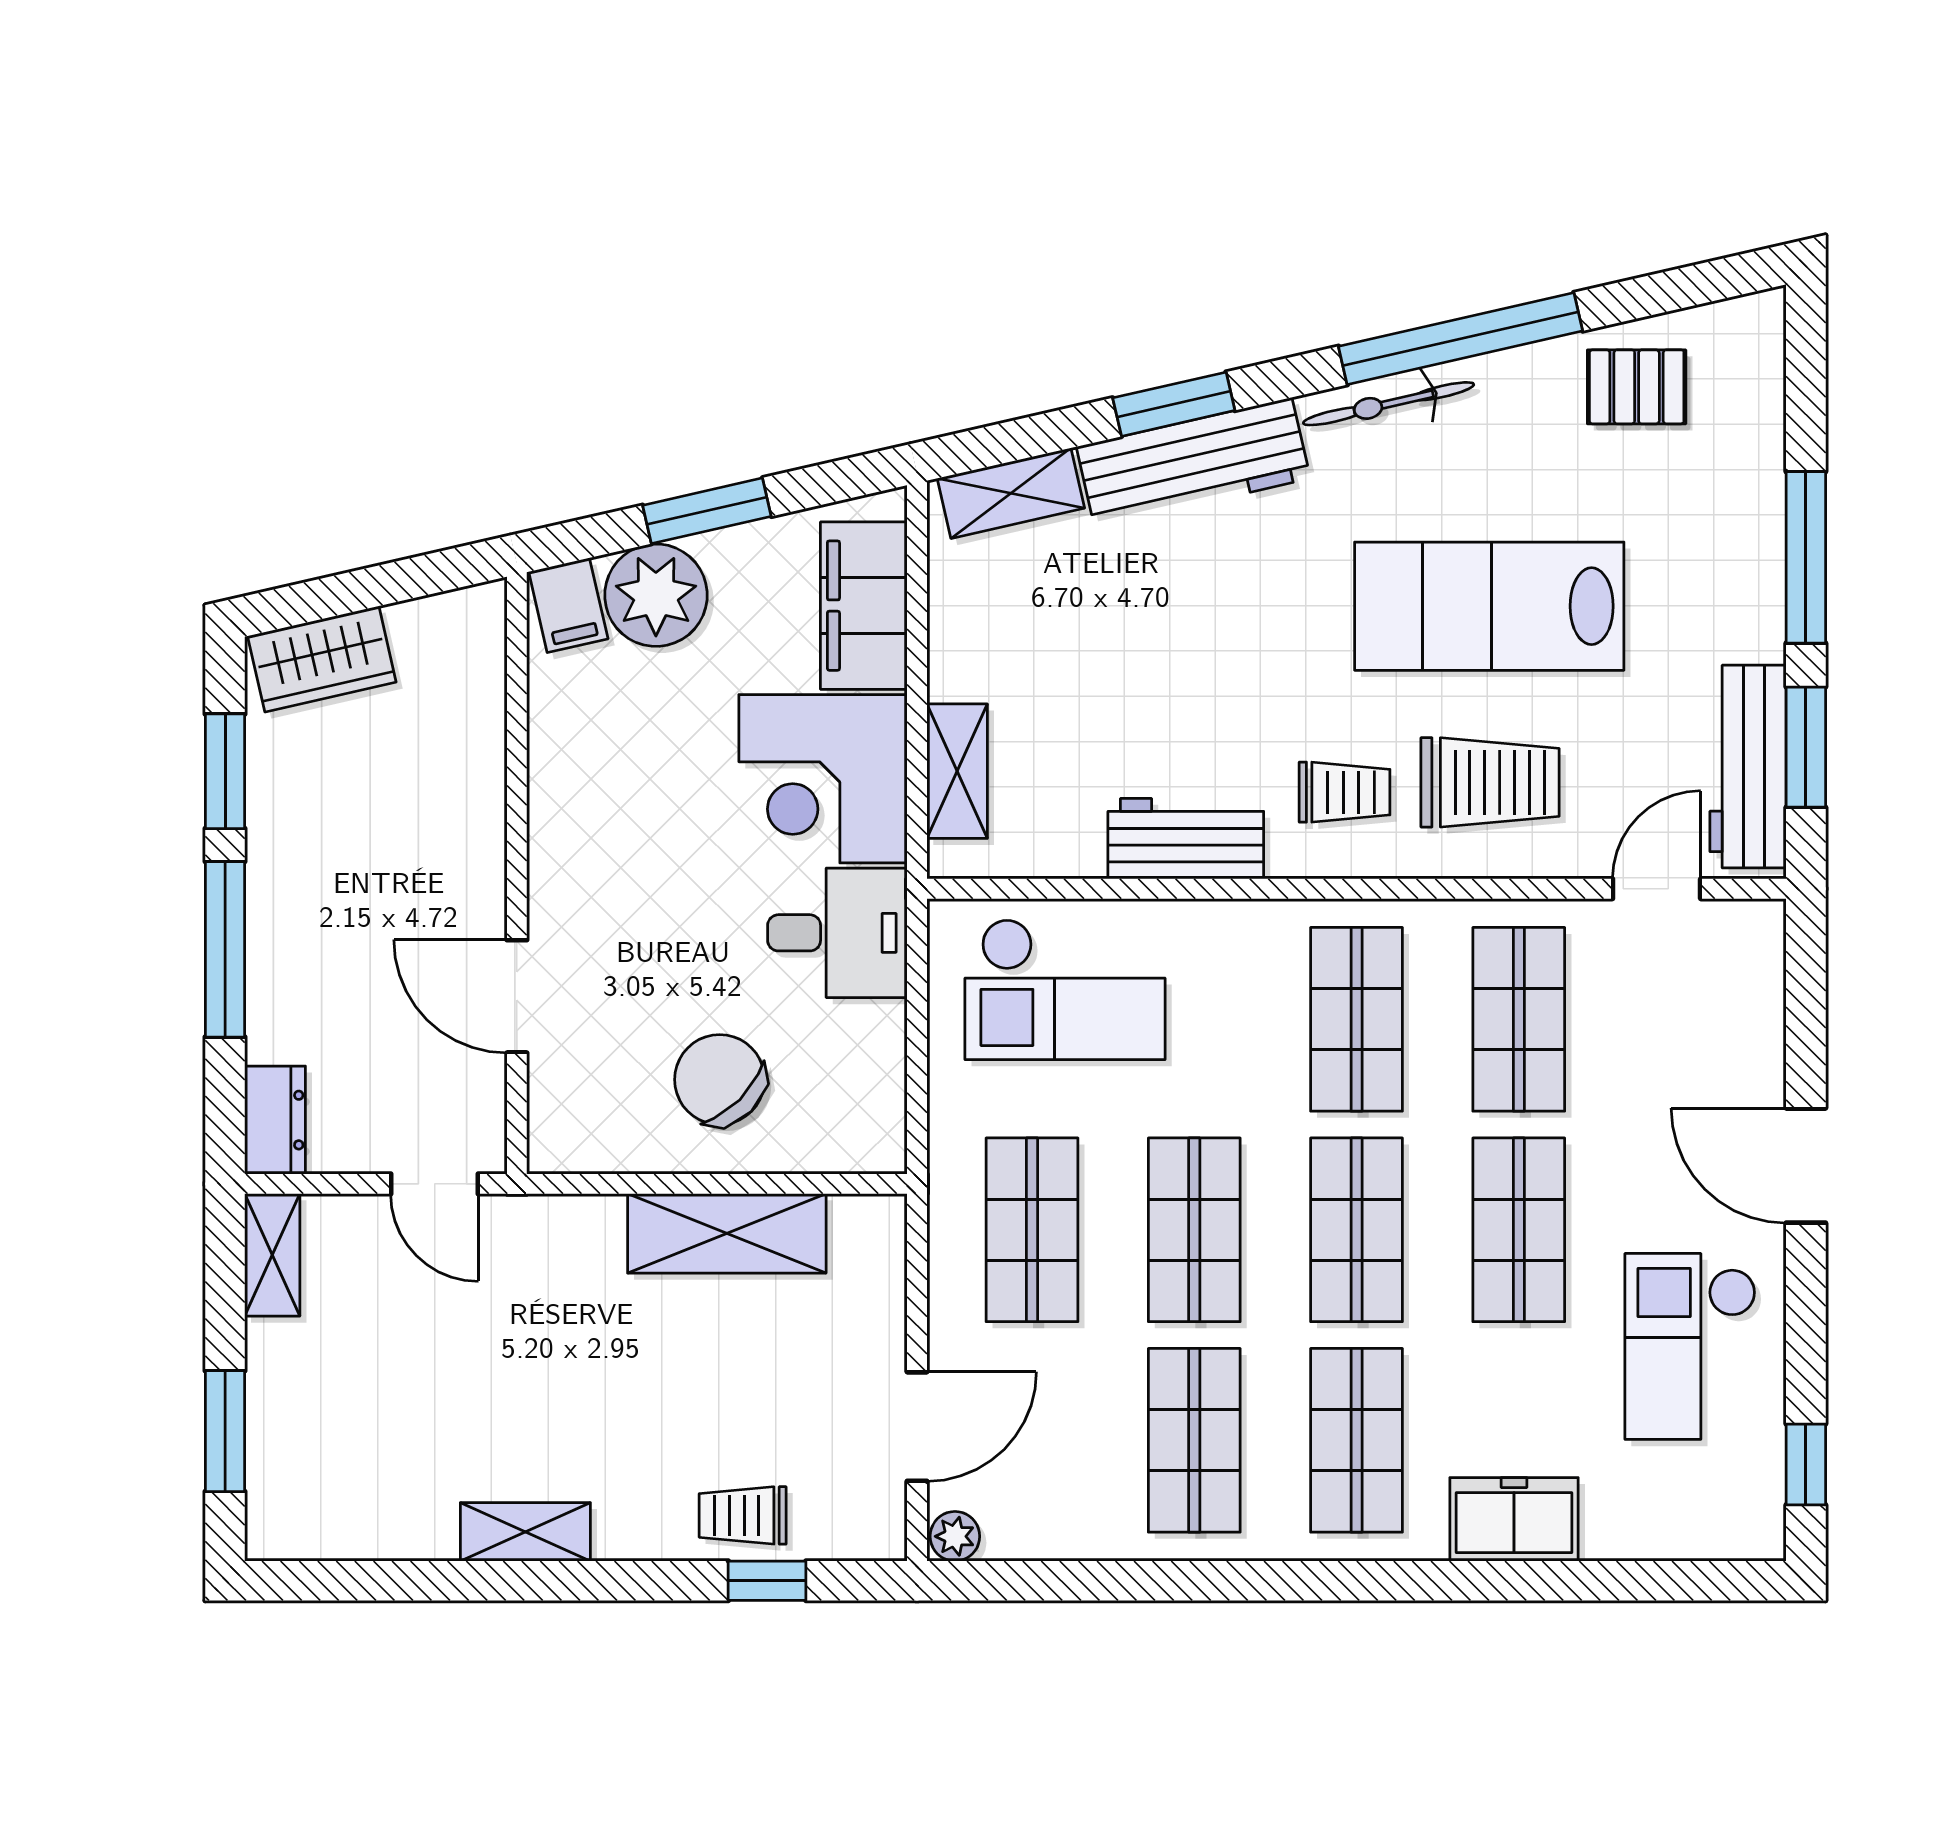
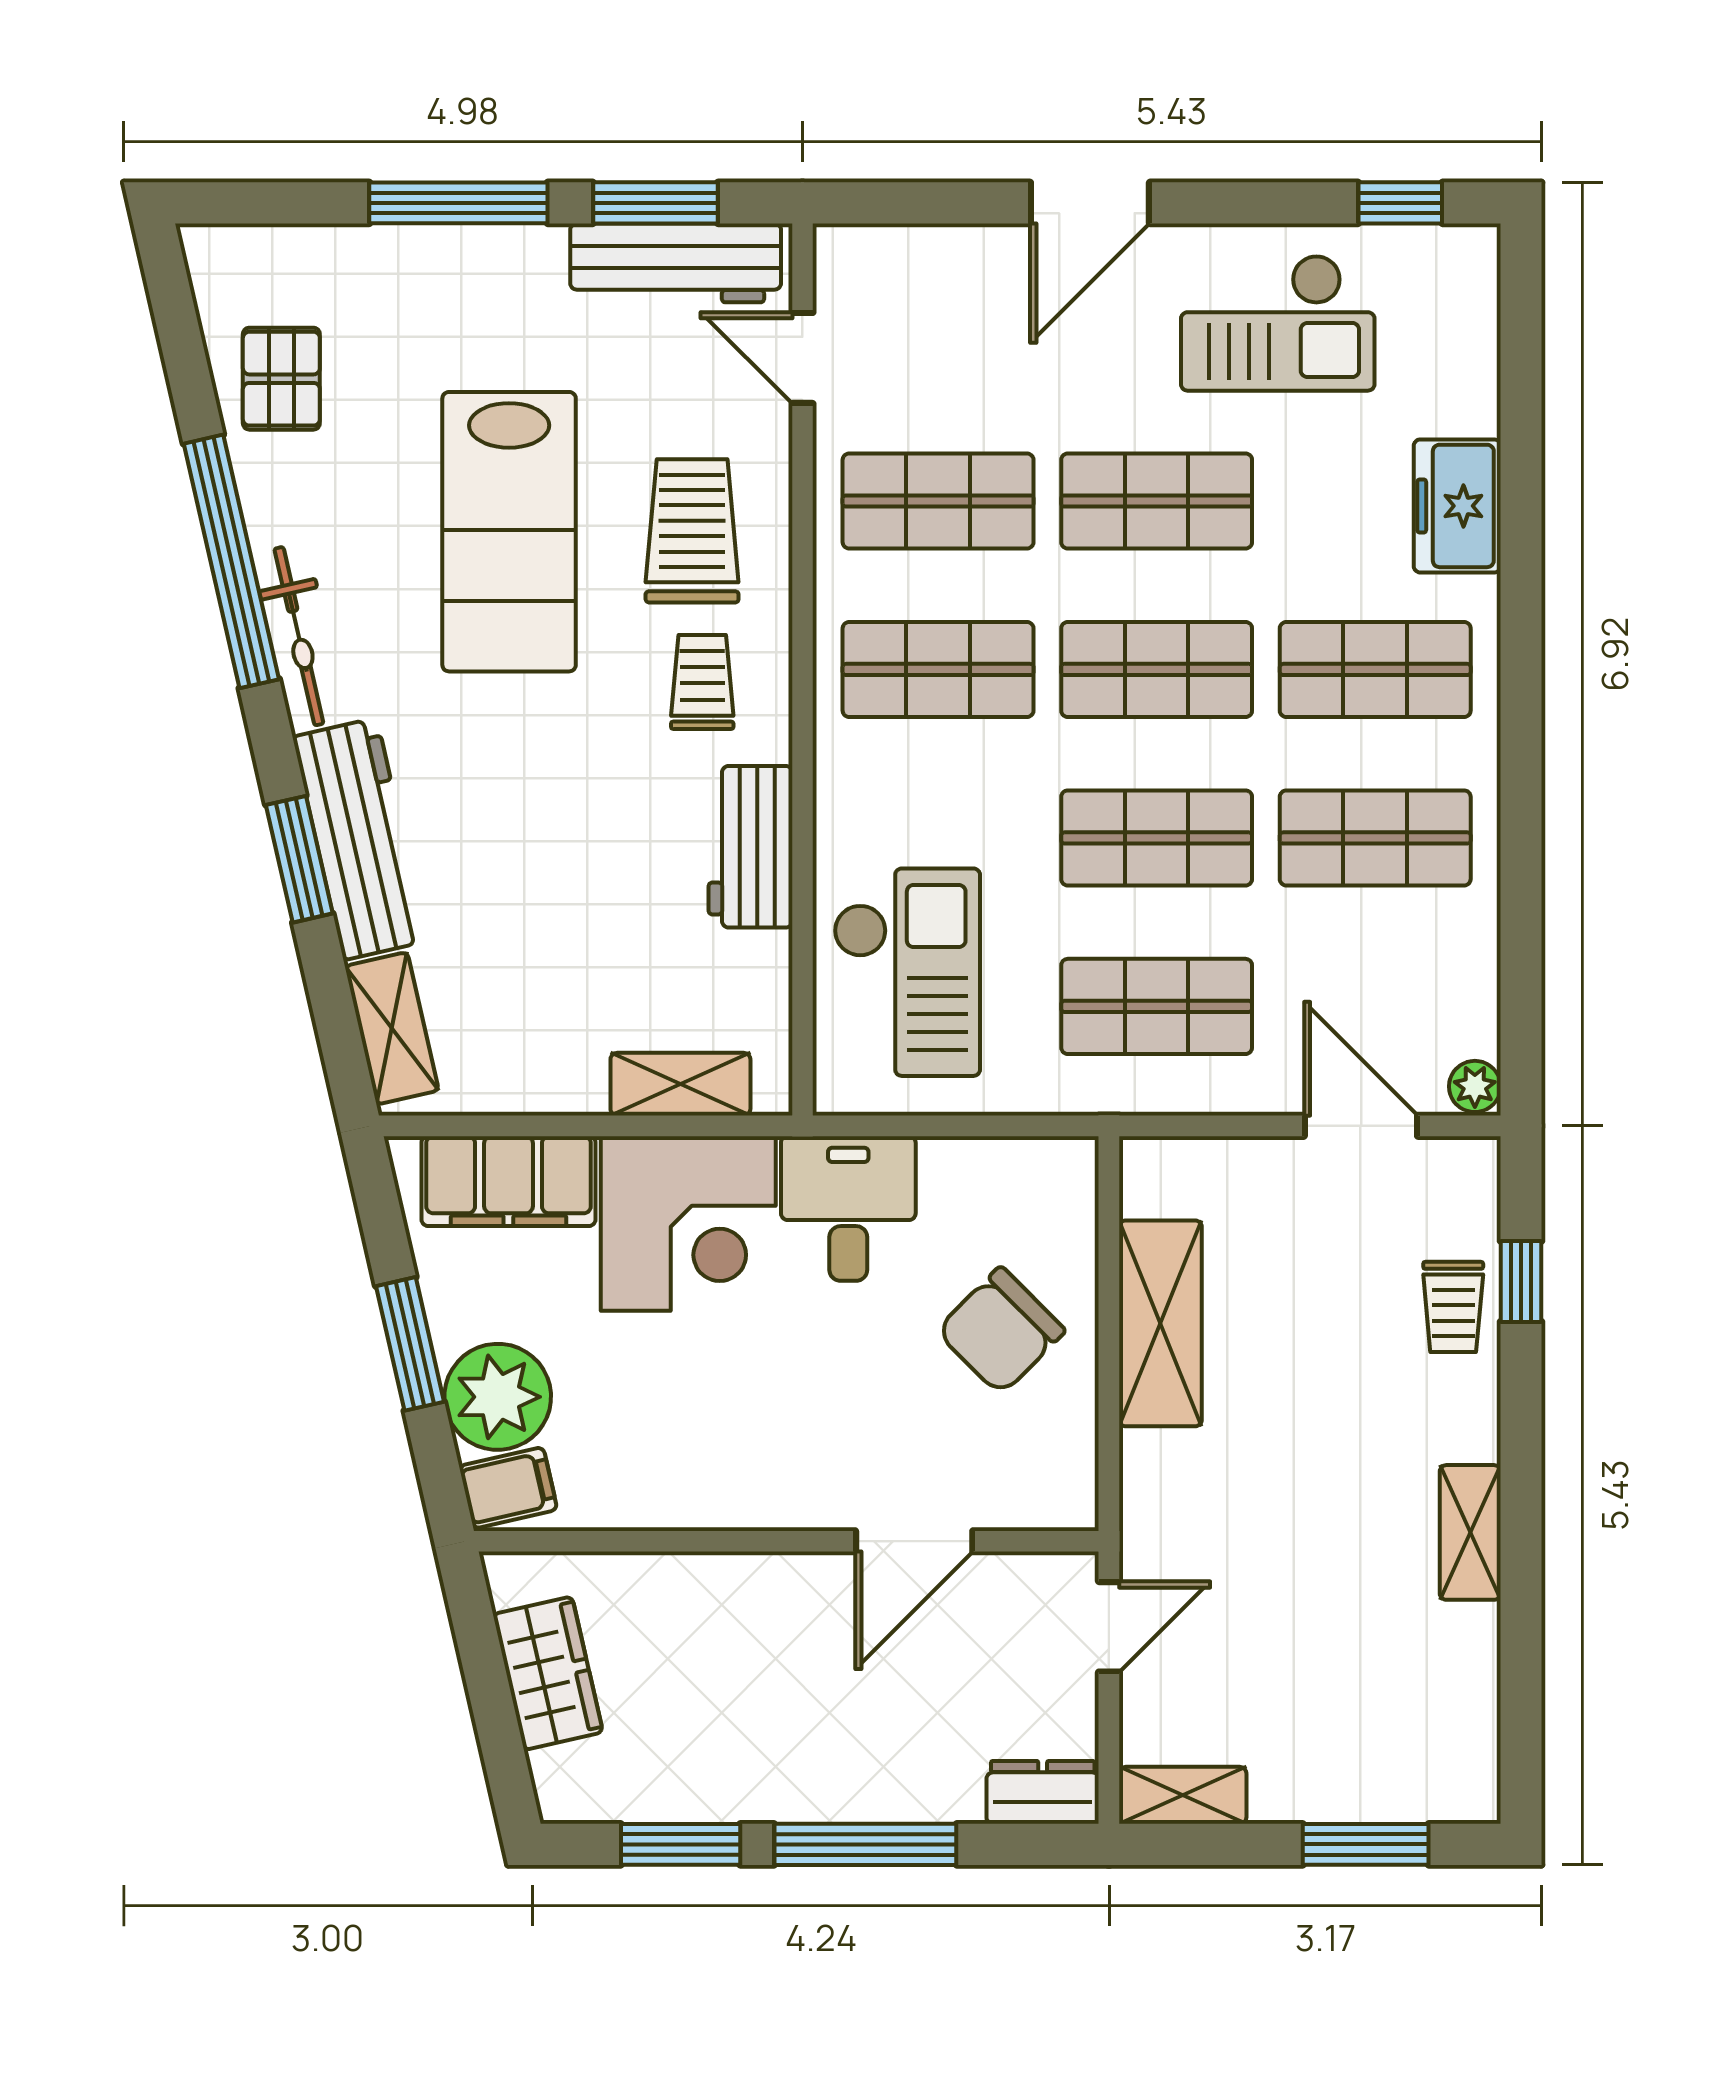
wardrobe: (322, 659) -> (548, 1673), moved

